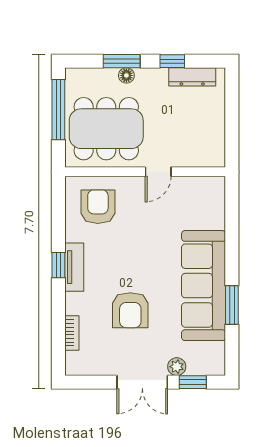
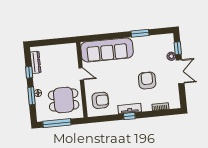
dining table: (106, 129) -> (64, 100), width x0.73
armchair: (98, 207) -> (100, 100), turned 180
sofa: (204, 286) -> (107, 50), moved
armchair: (130, 310) -> (147, 80), turned -90

